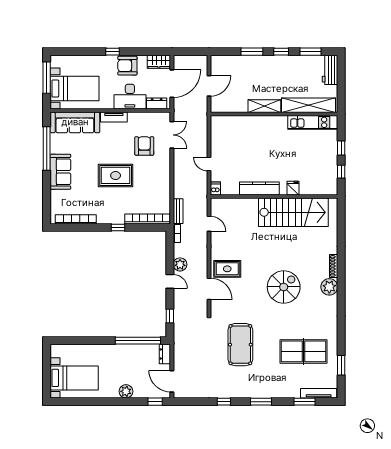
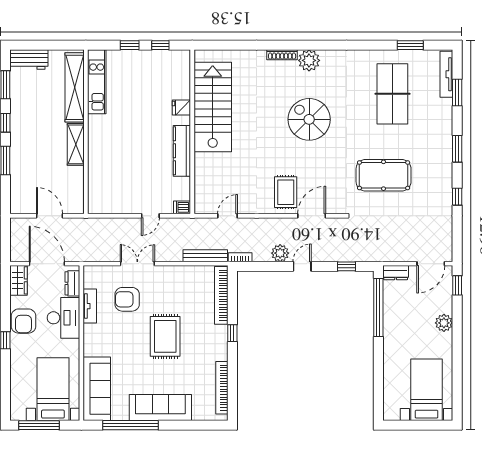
tv unit: (114, 117) -> (90, 306), moved
double door: (172, 135) -> (137, 264), moved
sofa: (60, 172) -> (160, 408), width x1.36
bench: (178, 211) -> (205, 256), width x1.36

